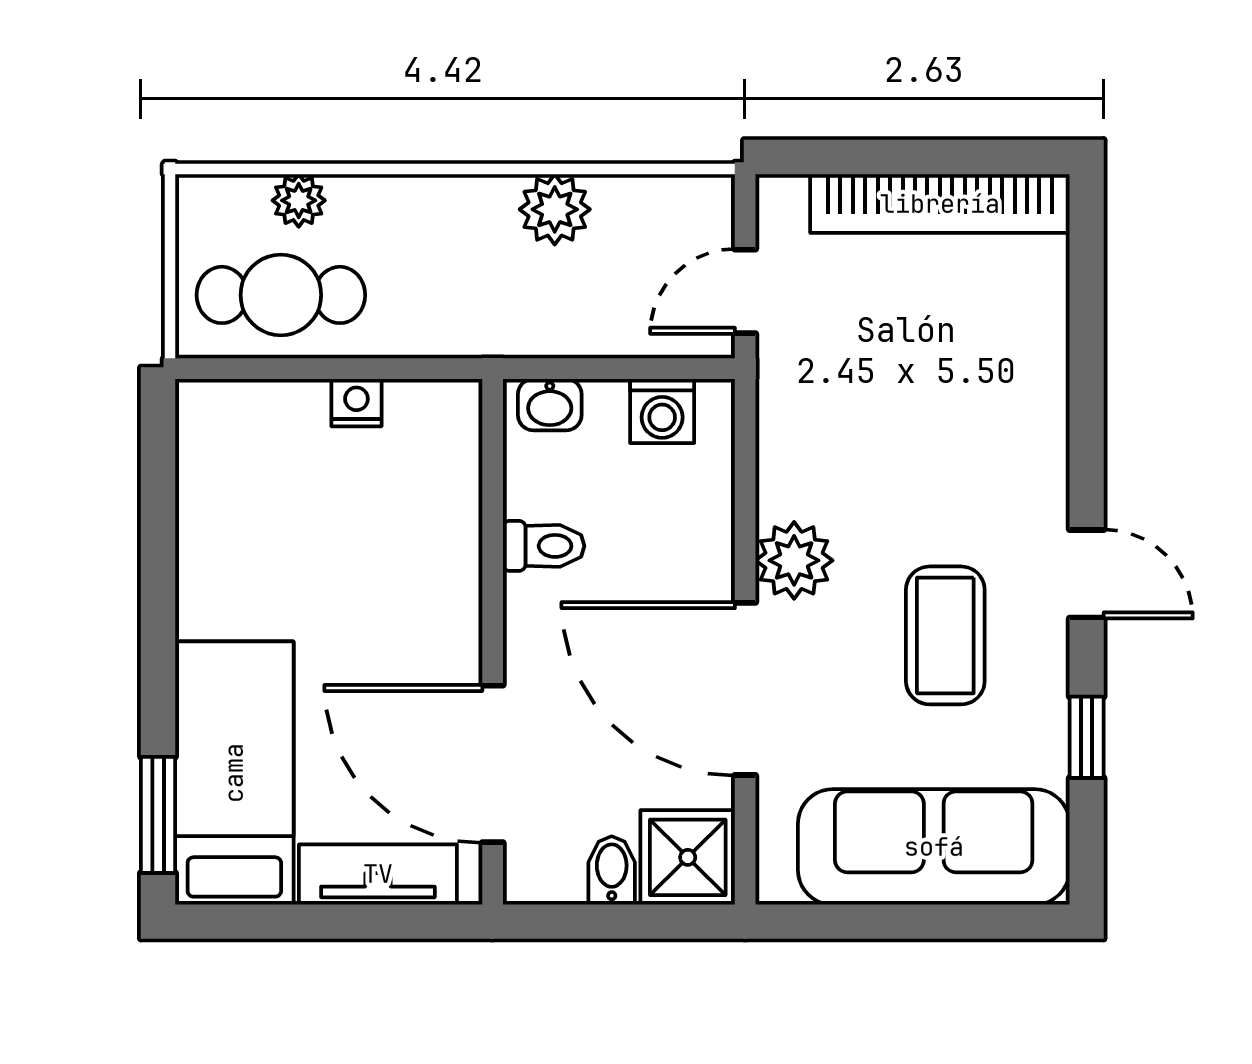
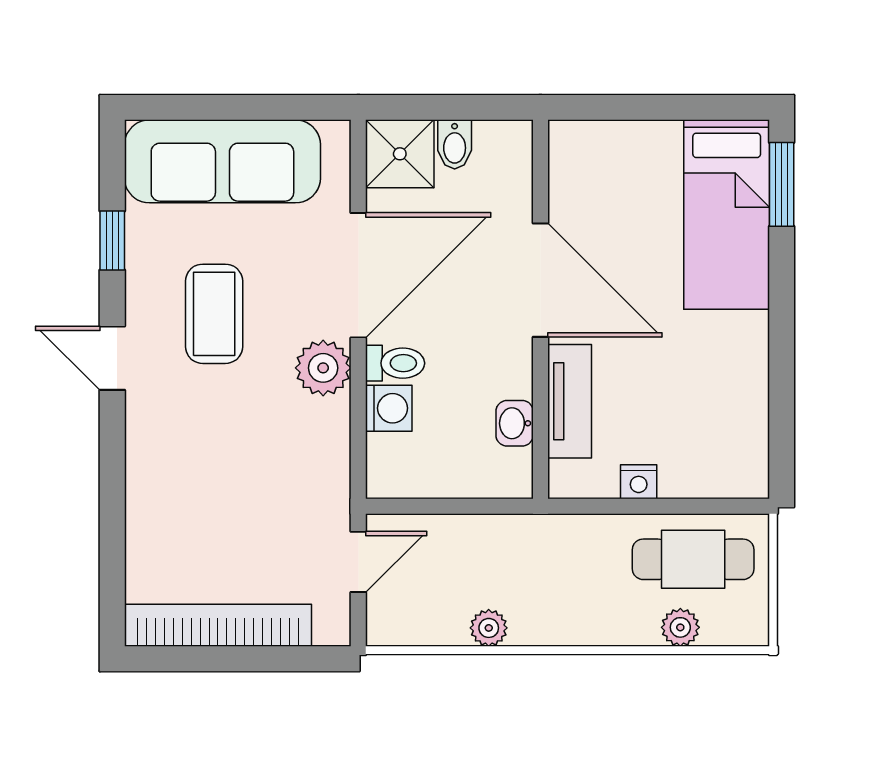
plant: (555, 209) -> (489, 628), width x0.73, depth x0.73
washbasin: (550, 405) -> (515, 423), moved, turned -90
washing machine: (662, 411) -> (389, 408), moved, turned 90
toilet: (544, 546) -> (395, 363), moved, turned 180
door: (745, 689) -> (358, 275), hinge flipped
door: (493, 764) -> (540, 280), moved
tv unit: (378, 874) -> (570, 401), moved, turned -90

